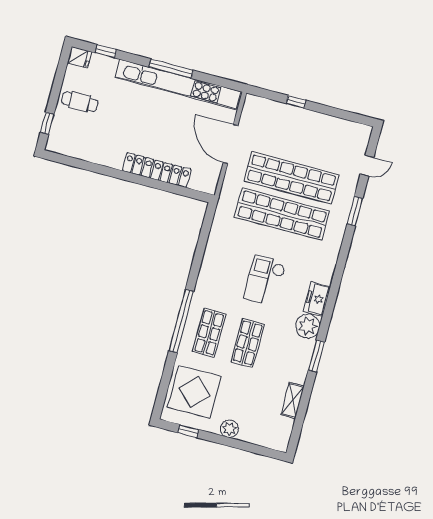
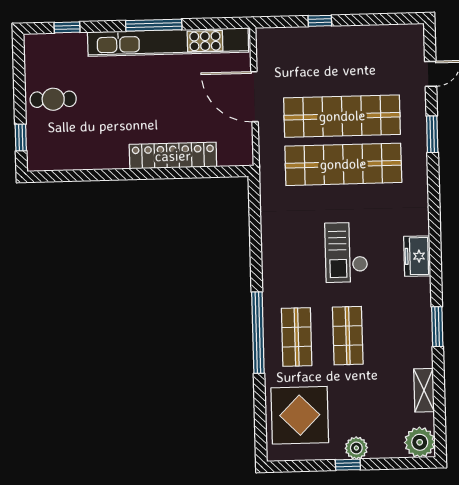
fridge: (79, 57) -> (37, 44), removed
plant: (308, 326) -> (420, 442), moved
window: (188, 431) -> (348, 465), moved

